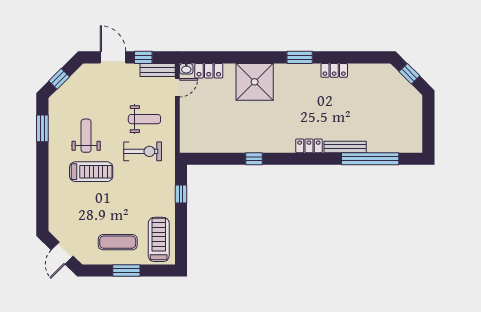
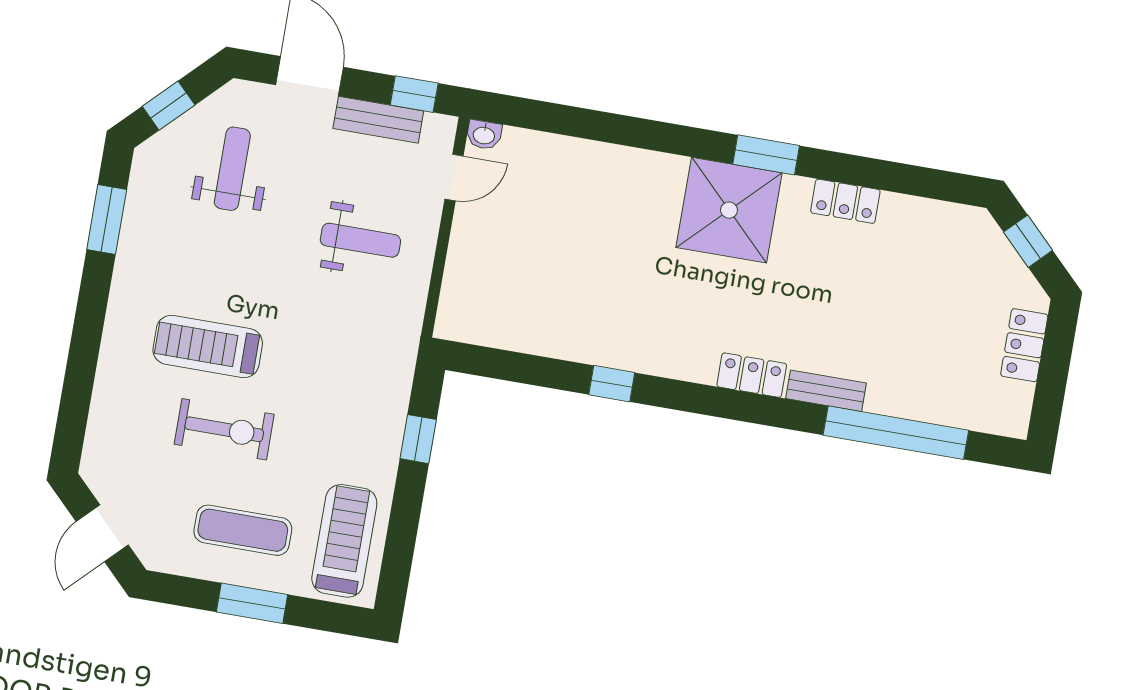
window: (143, 57) -> (414, 94), moved
bench: (158, 70) -> (378, 120), moved
locker: (209, 71) -> (1024, 345), moved, turned 90
shower: (255, 82) -> (729, 210), moved
weight bench: (86, 136) -> (232, 169), moved
bench: (345, 147) -> (826, 391), width x0.73
exercise bike: (143, 151) -> (224, 429), moved
treadmill: (91, 172) -> (208, 346), turned 180

